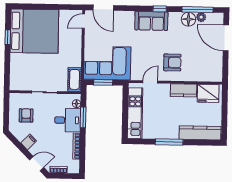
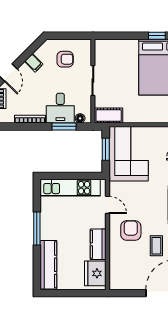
coffee table: (186, 41) -> (156, 246), added
armchair: (172, 62) -> (131, 230), turned 180

